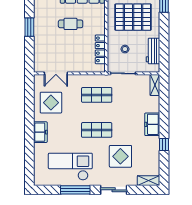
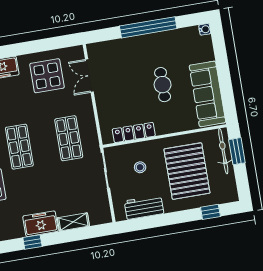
window: (29, 27) -> (148, 27), width x2.11
shelving: (155, 85) -> (73, 222), moved
window: (164, 144) -> (32, 242), moved

